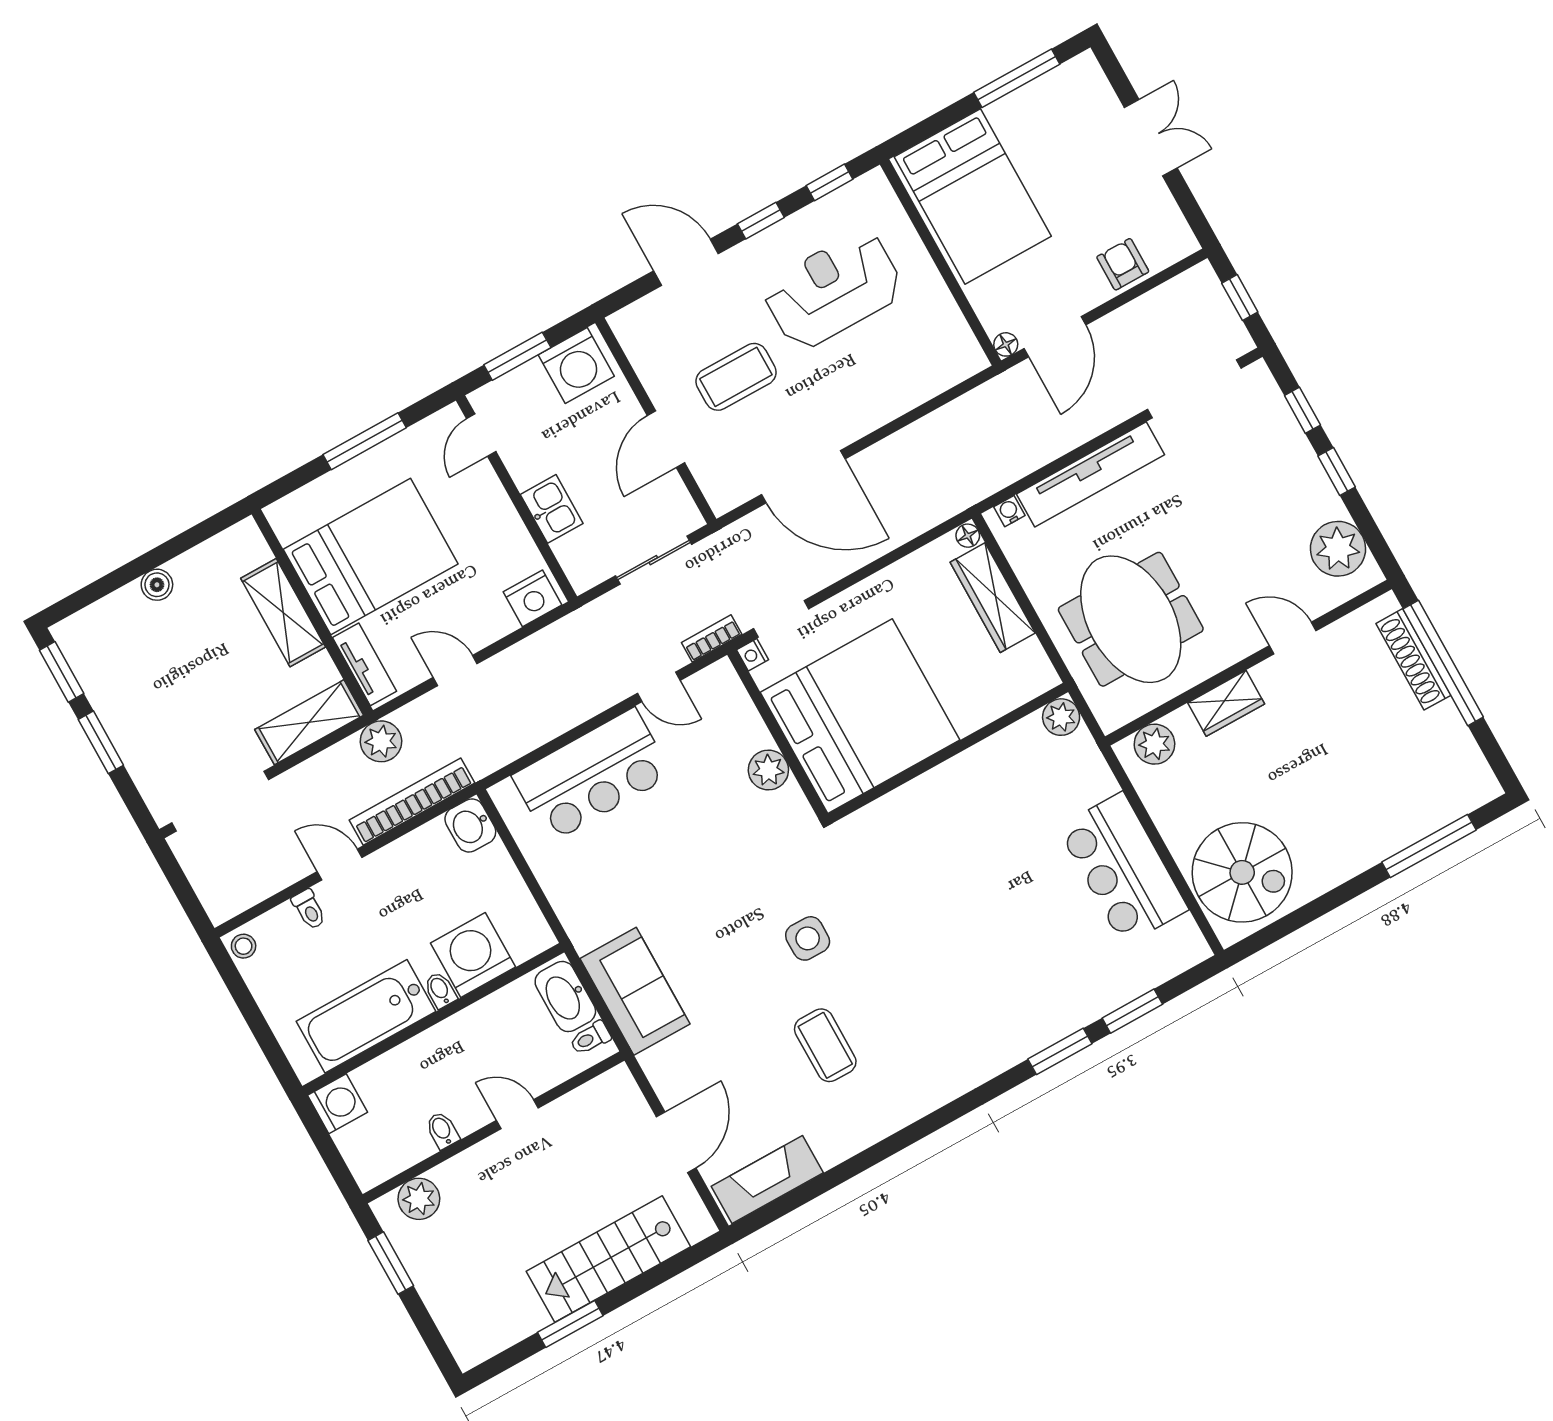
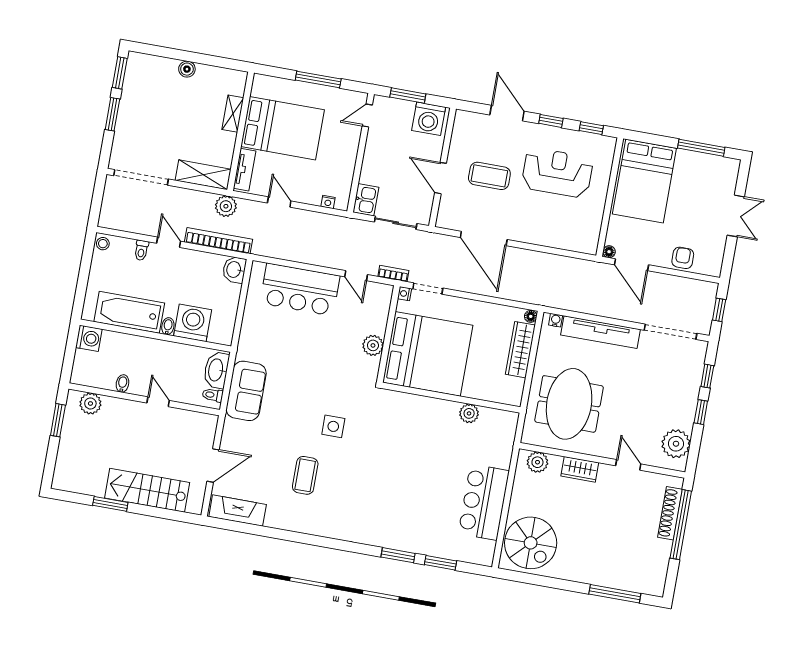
door: (1055, 337) -> (631, 265), hinge flipped
door: (666, 439) -> (441, 178), hinge flipped
kitchen sink: (552, 509) -> (366, 200), moved
nightstand: (532, 598) -> (328, 202), width x0.53, depth x0.56
shelving: (283, 613) -> (233, 114), width x0.67, depth x0.75
plant: (1061, 717) -> (469, 413), moved

